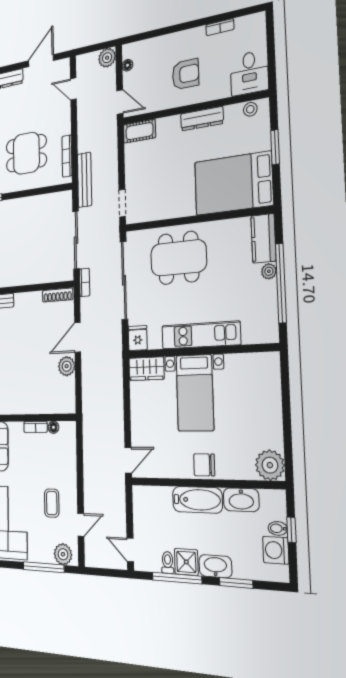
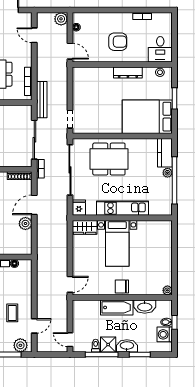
cot: (139, 131) -> (84, 73), removed
plant: (270, 465) -> (167, 290), width x0.53, depth x0.53

